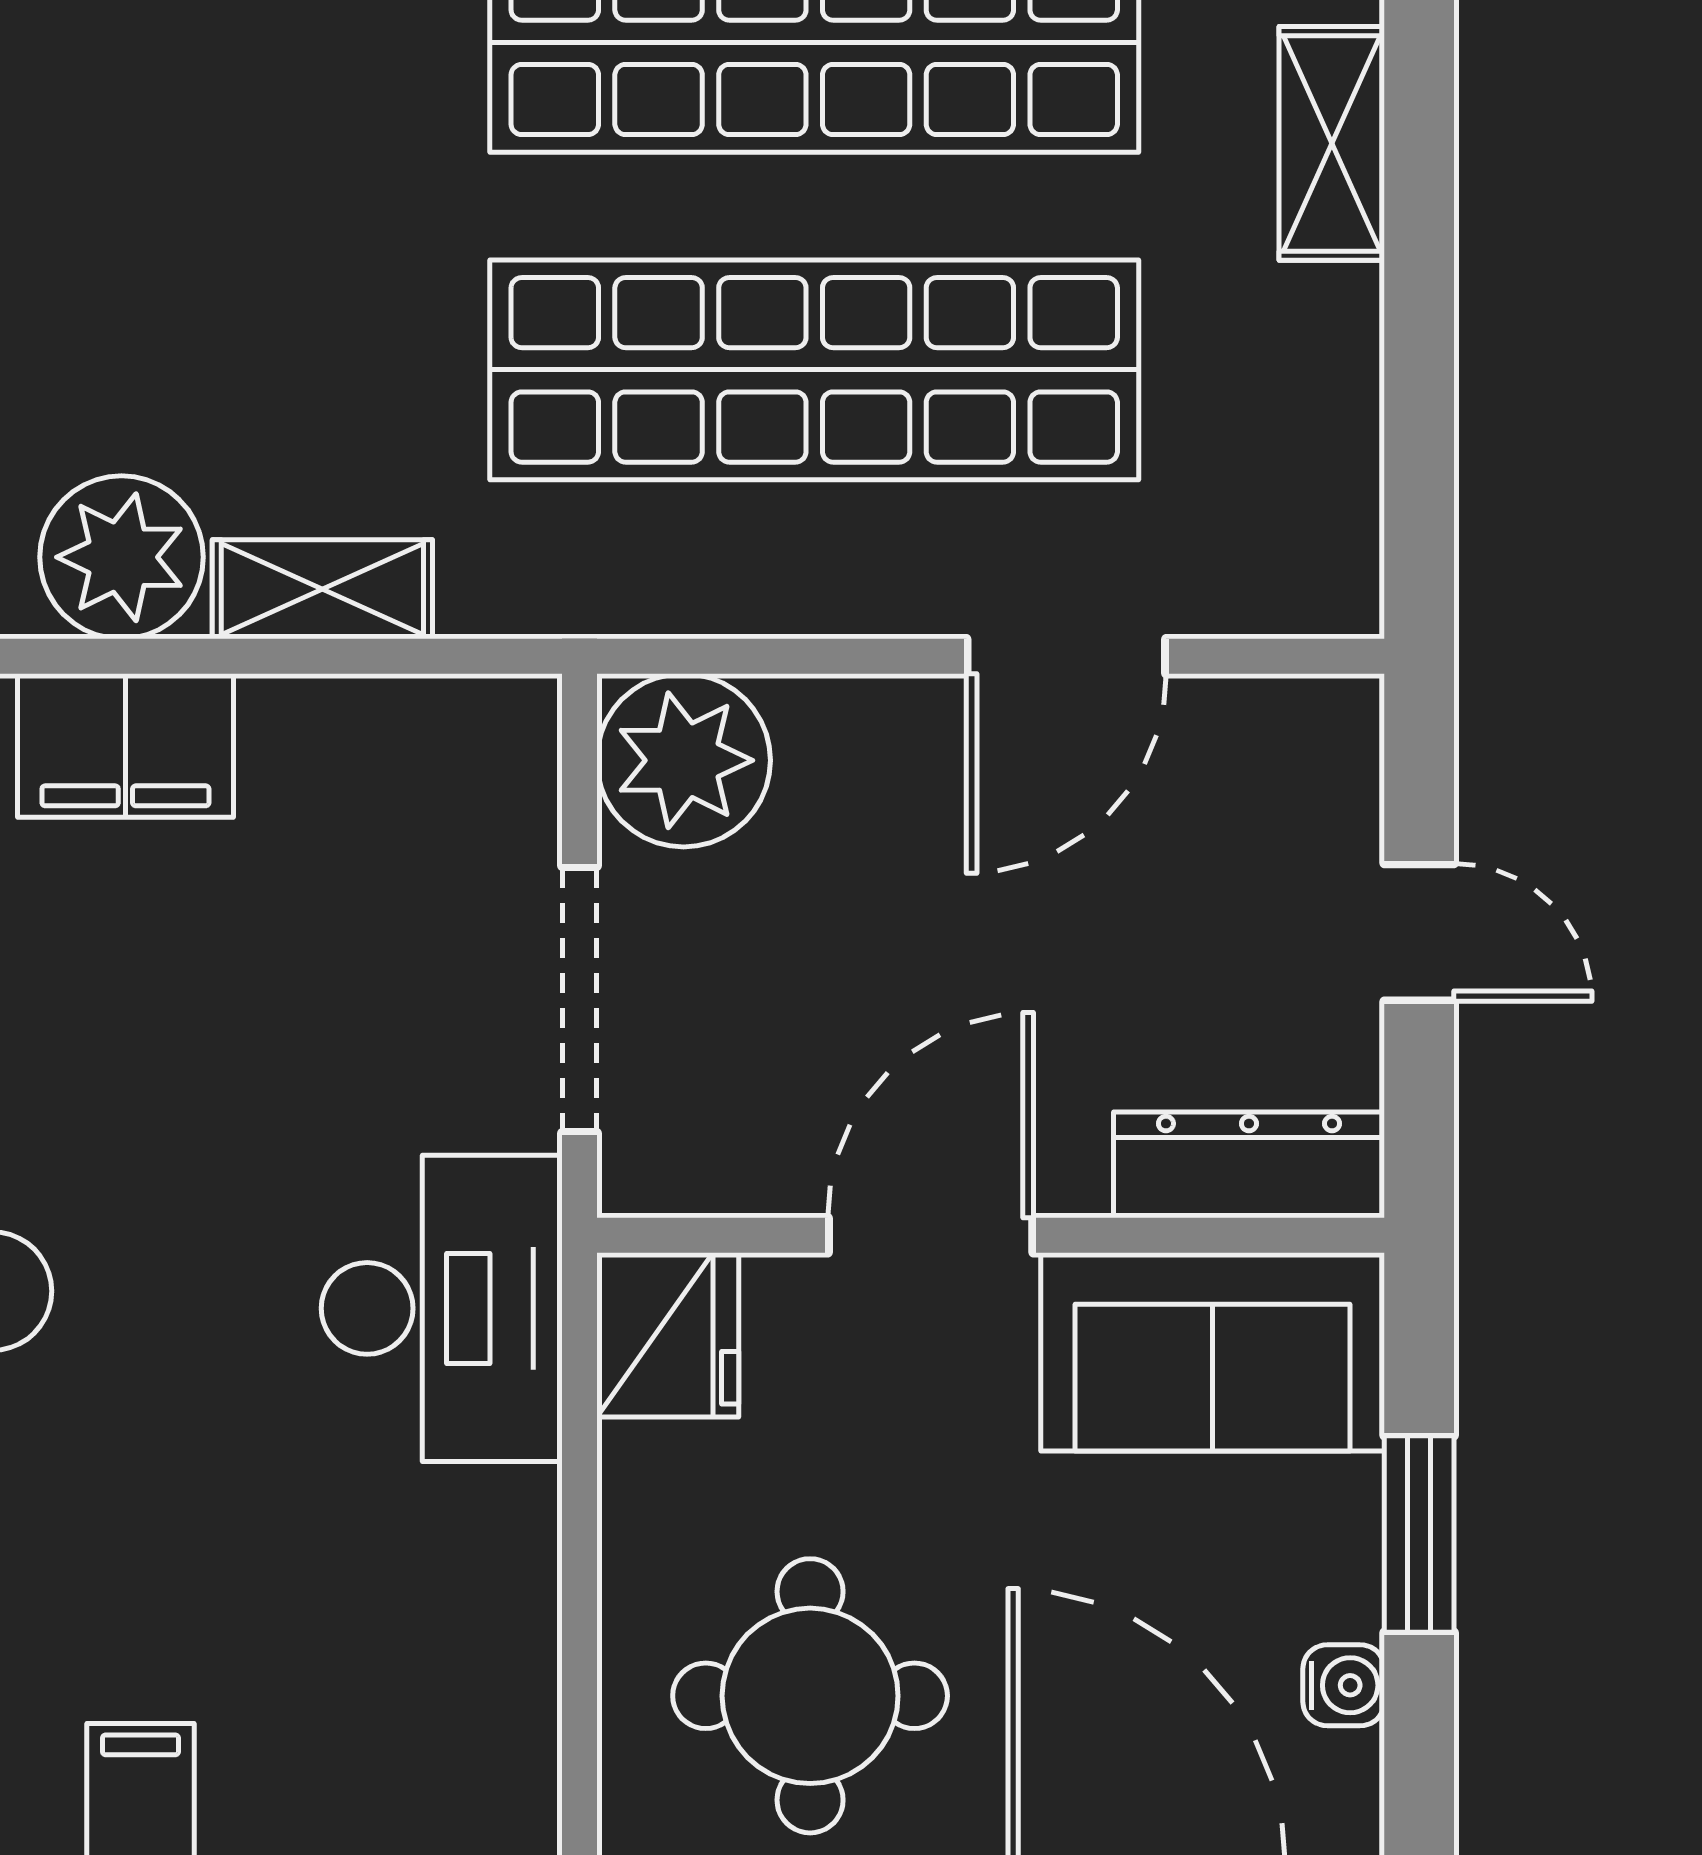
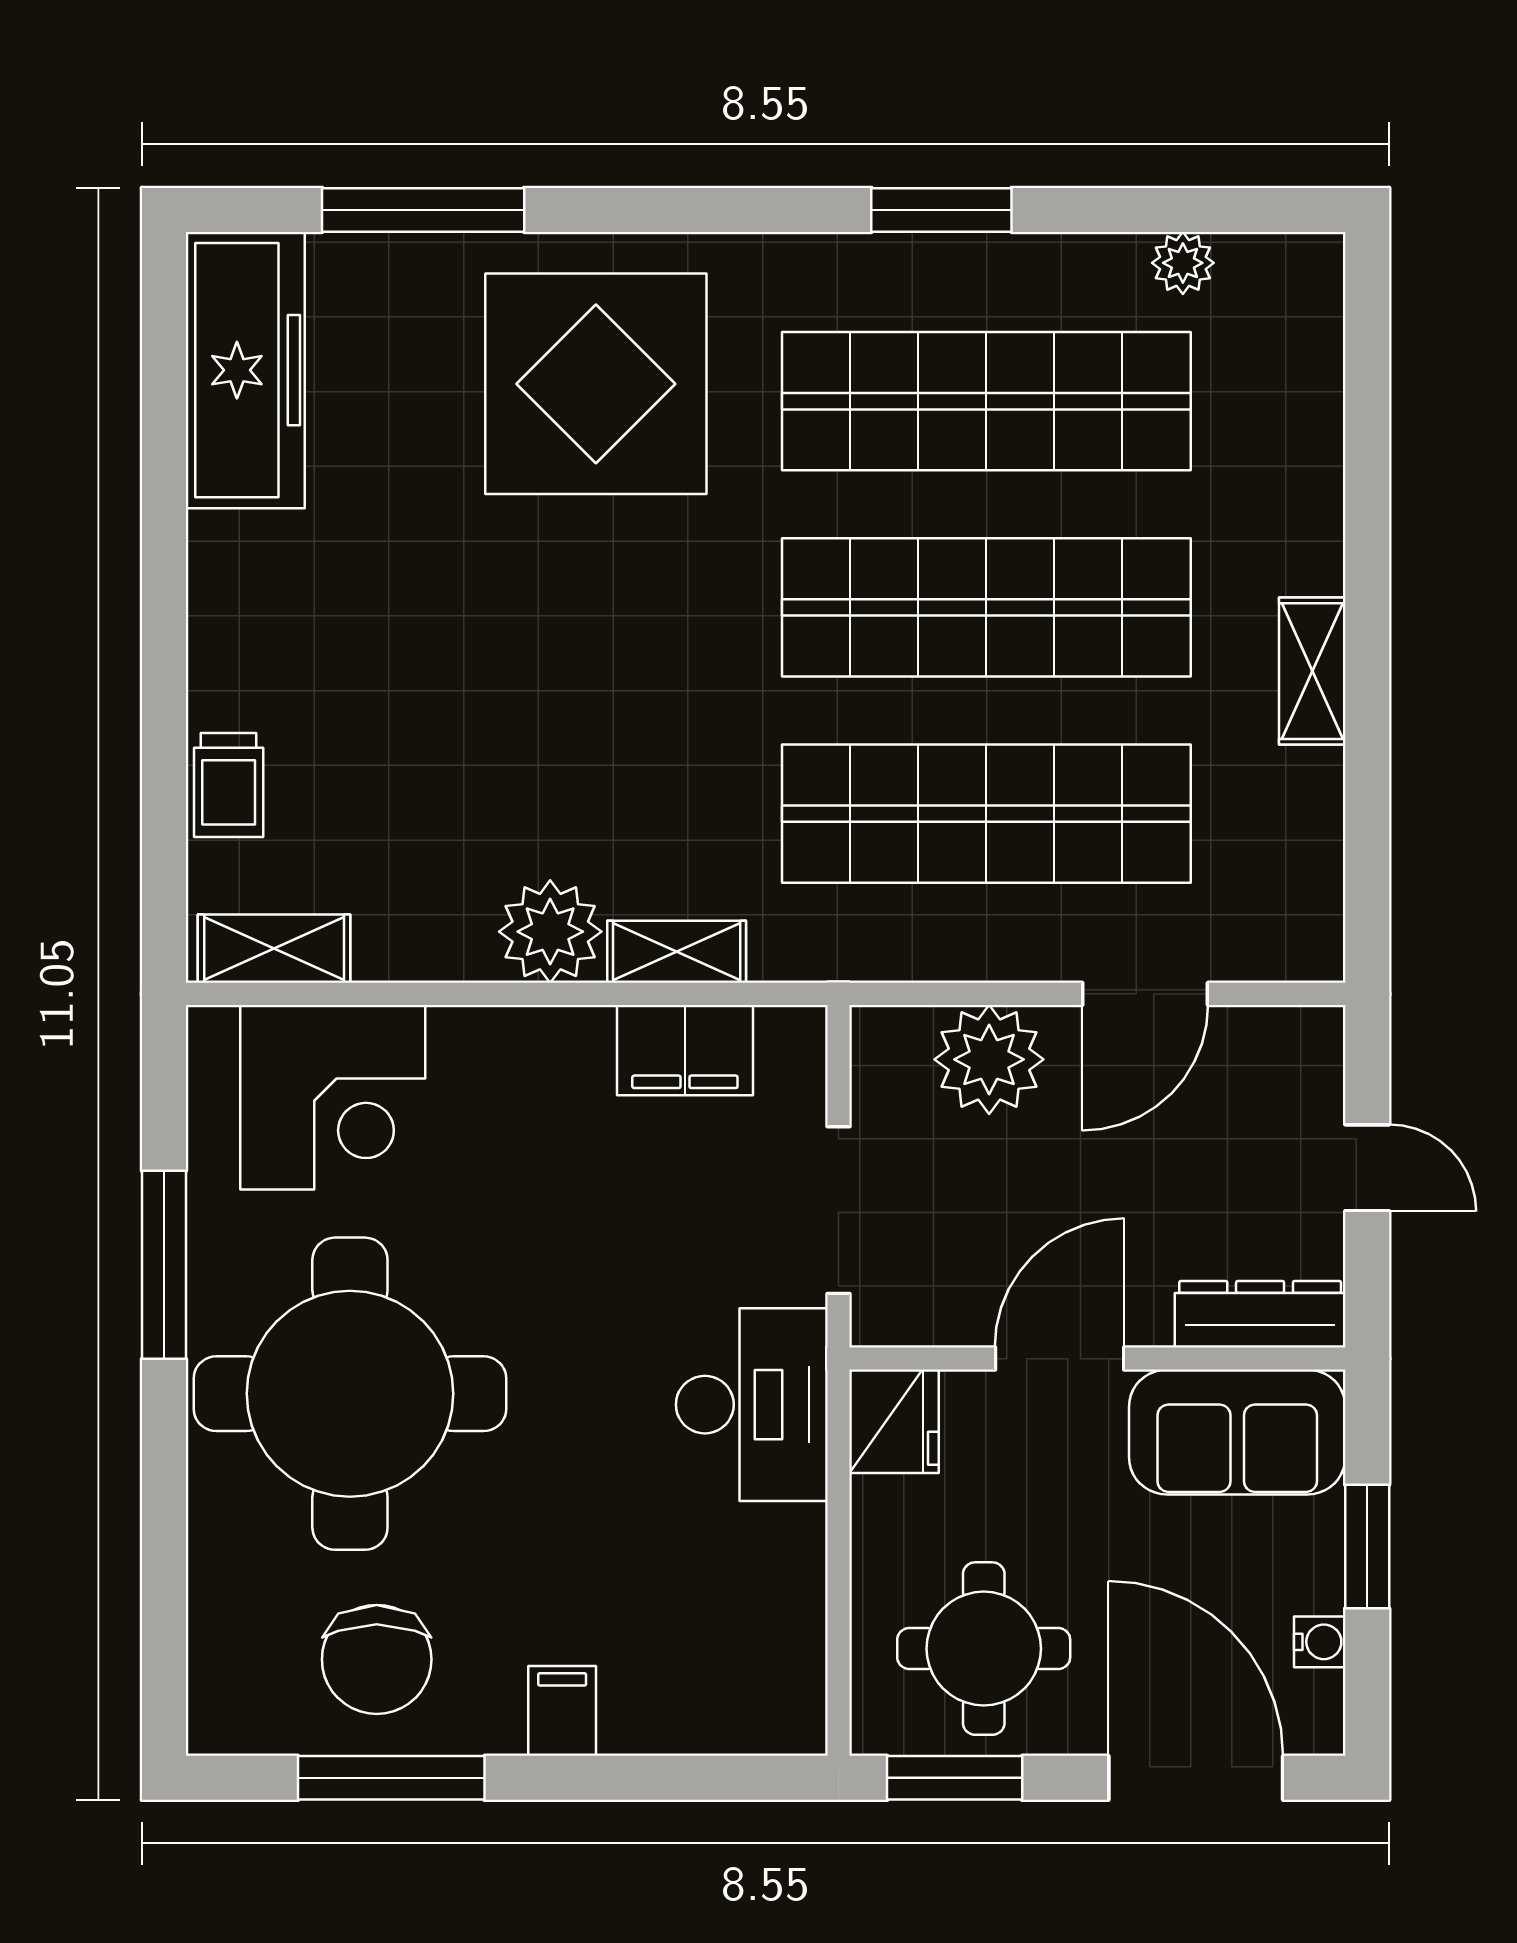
filing cabinet: (125, 745) -> (685, 1050), moved
plant: (684, 760) -> (989, 1059), moved

